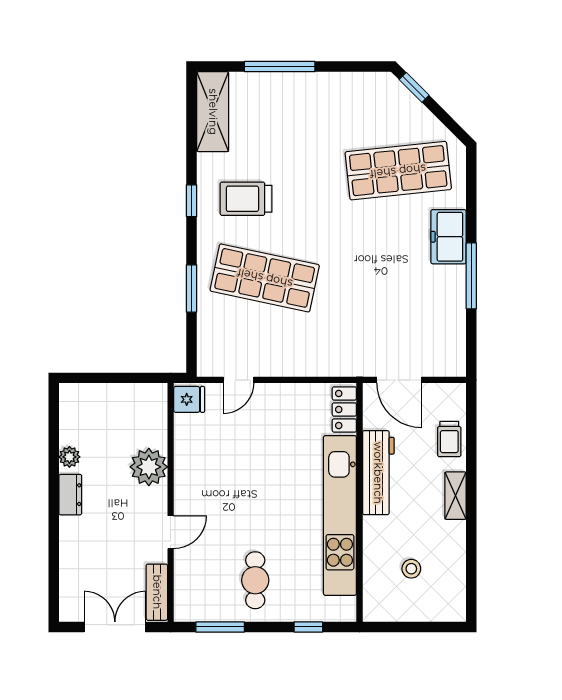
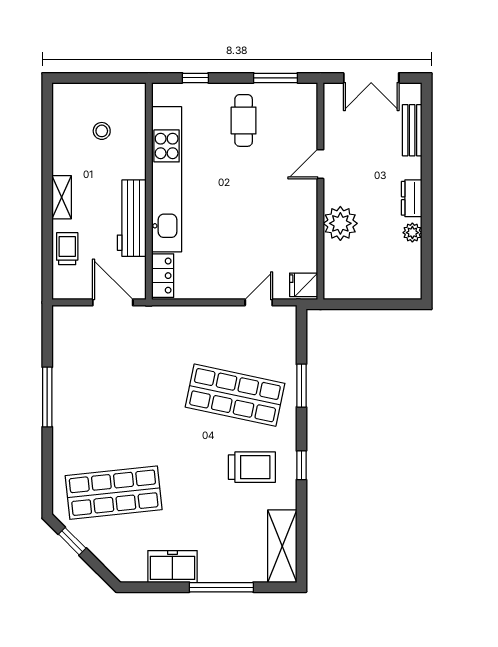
window: (414, 87) -> (72, 541), moved
freezer: (449, 237) -> (172, 567), moved, turned -90
bench: (157, 592) -> (412, 130), moved

